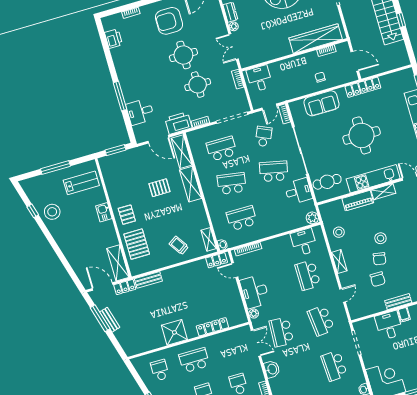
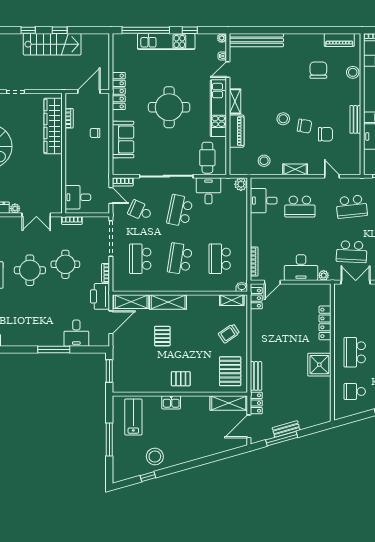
pallet: (137, 244) -> (230, 371), moved, turned 90

